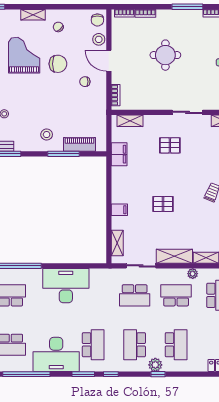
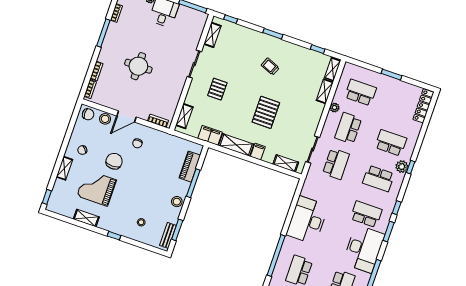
stool: (47, 135) -> (177, 202), moved
pallet: (163, 204) -> (266, 112), width x1.50, depth x1.42
shelving: (174, 256) -> (236, 145), moved, turned 90

